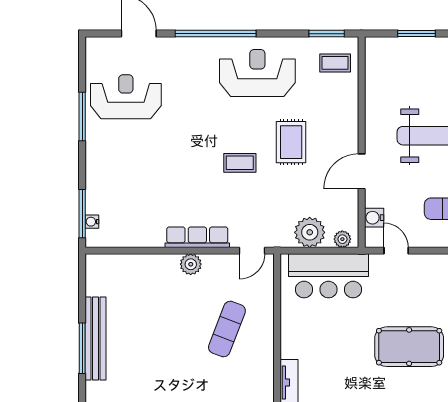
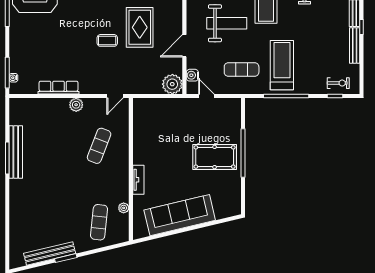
rug: (291, 142) -> (140, 27), width x1.36, depth x1.43
plant: (310, 232) -> (152, 84), removed
row of seats: (197, 237) -> (59, 88), moved
plant: (342, 239) -> (172, 84), width x1.88, depth x1.88
bar counter: (329, 276) -> (163, 112), removed

